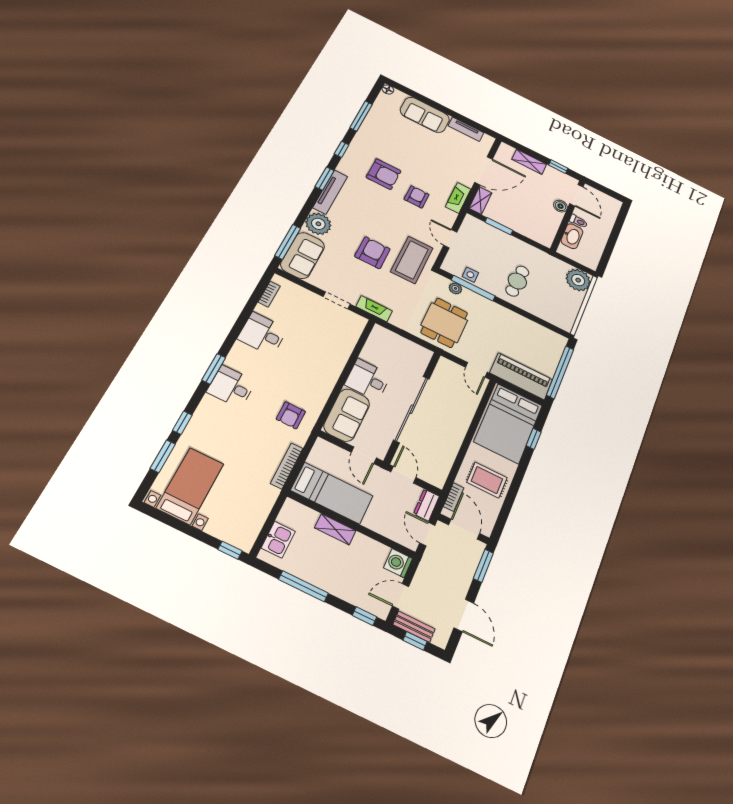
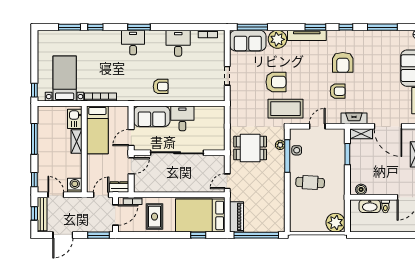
boiler: (560, 206) -> (361, 189), moved
fireplace: (374, 309) -> (235, 101), removed
piano: (521, 376) -> (236, 217), width x0.73, depth x0.75
armchair: (291, 415) -> (161, 86), moved, turned 180
bed with nightstands: (190, 486) -> (65, 78), moved, turned -90
kitchen sink: (278, 540) -> (75, 119), moved, turned 90
bench: (414, 627) -> (42, 214), width x1.36

